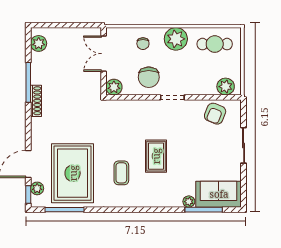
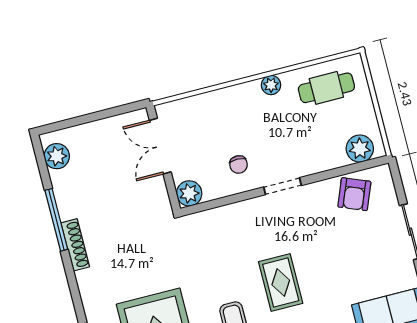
plant: (176, 39) -> (271, 85), width x0.53, depth x0.53
chair: (143, 44) -> (216, 115), removed
chair: (149, 77) -> (238, 164), width x0.54, depth x0.54

